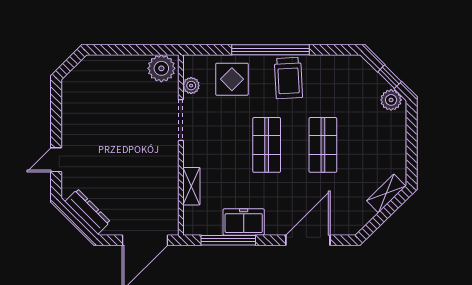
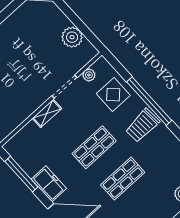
plant: (161, 68) -> (72, 37), moved
shelving: (191, 186) -> (47, 113), moved
freezer: (244, 222) -> (49, 184), moved

